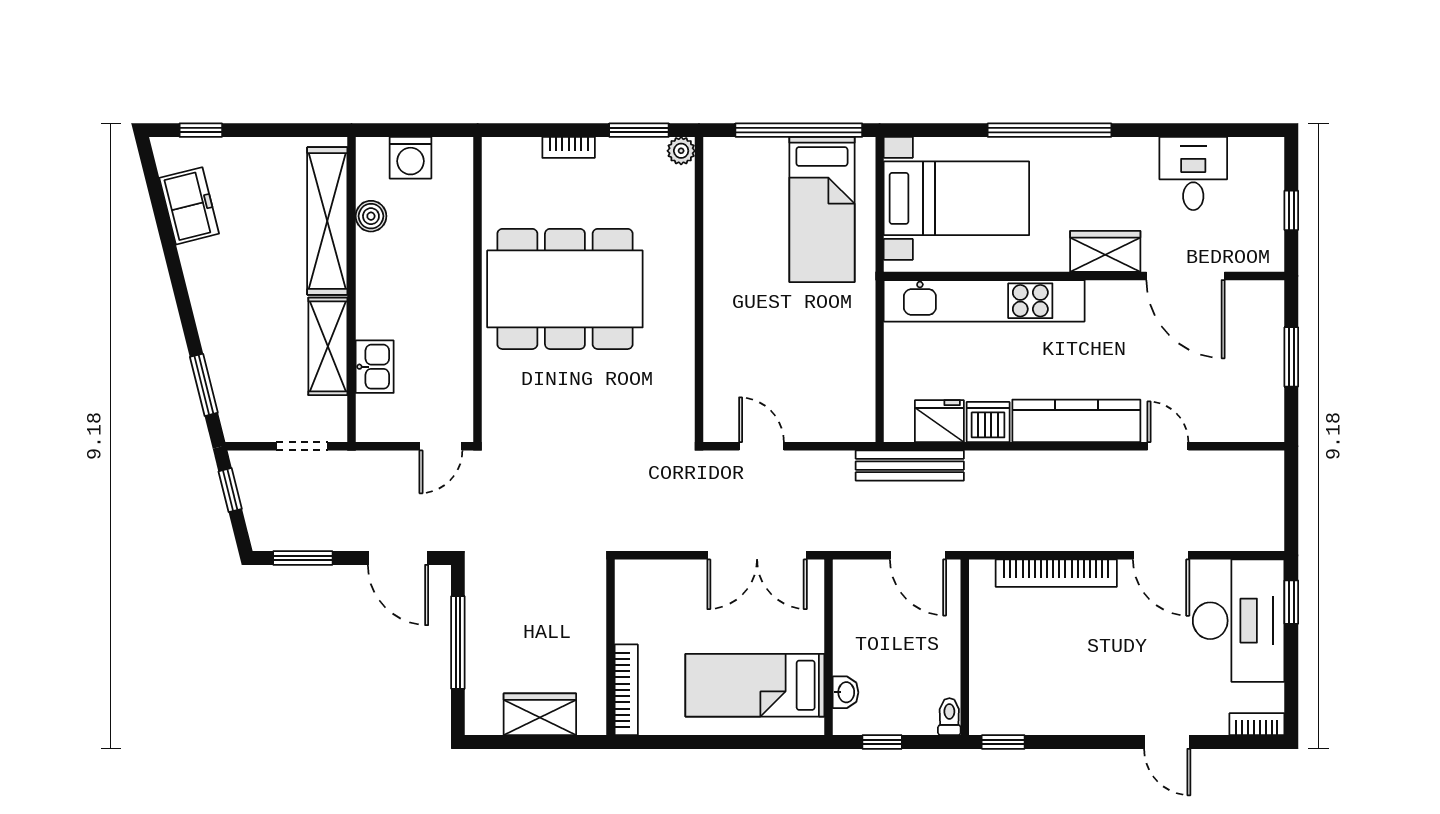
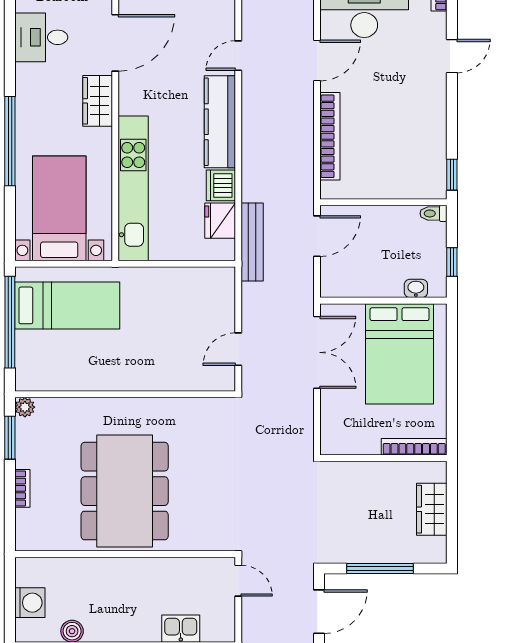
bed: (755, 685) -> (400, 354), width x1.50

